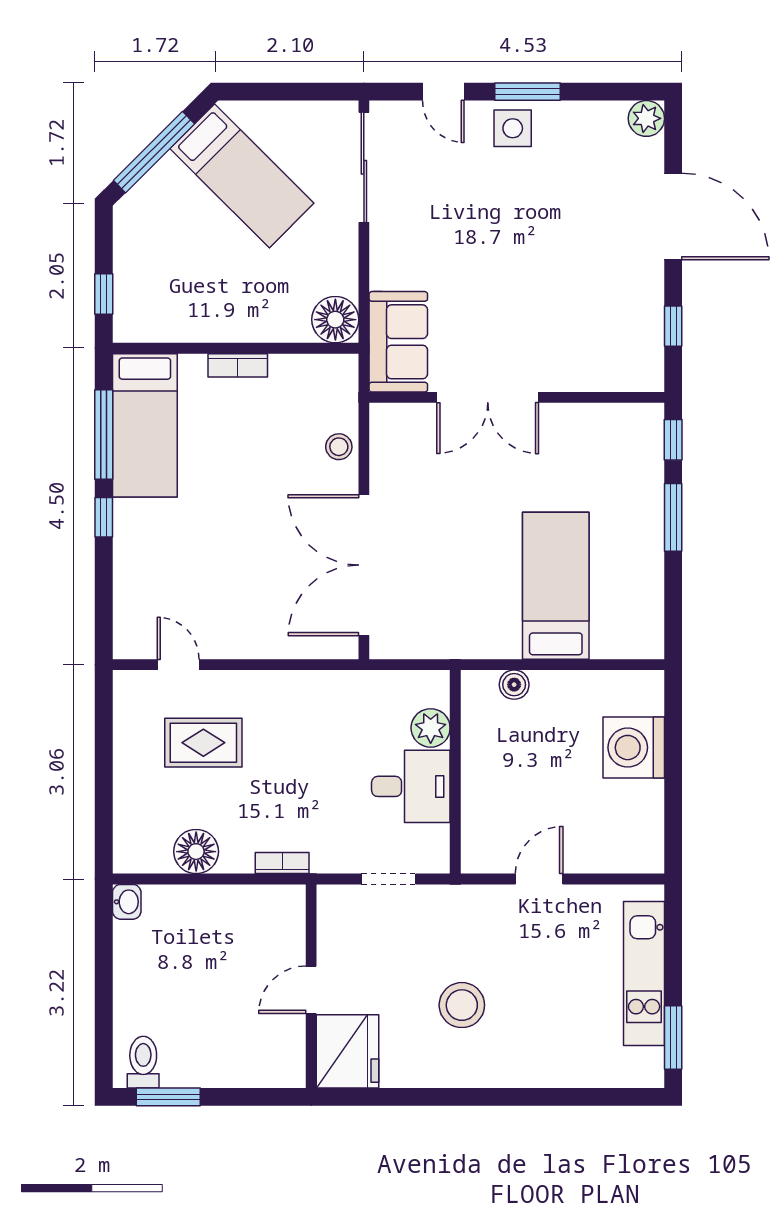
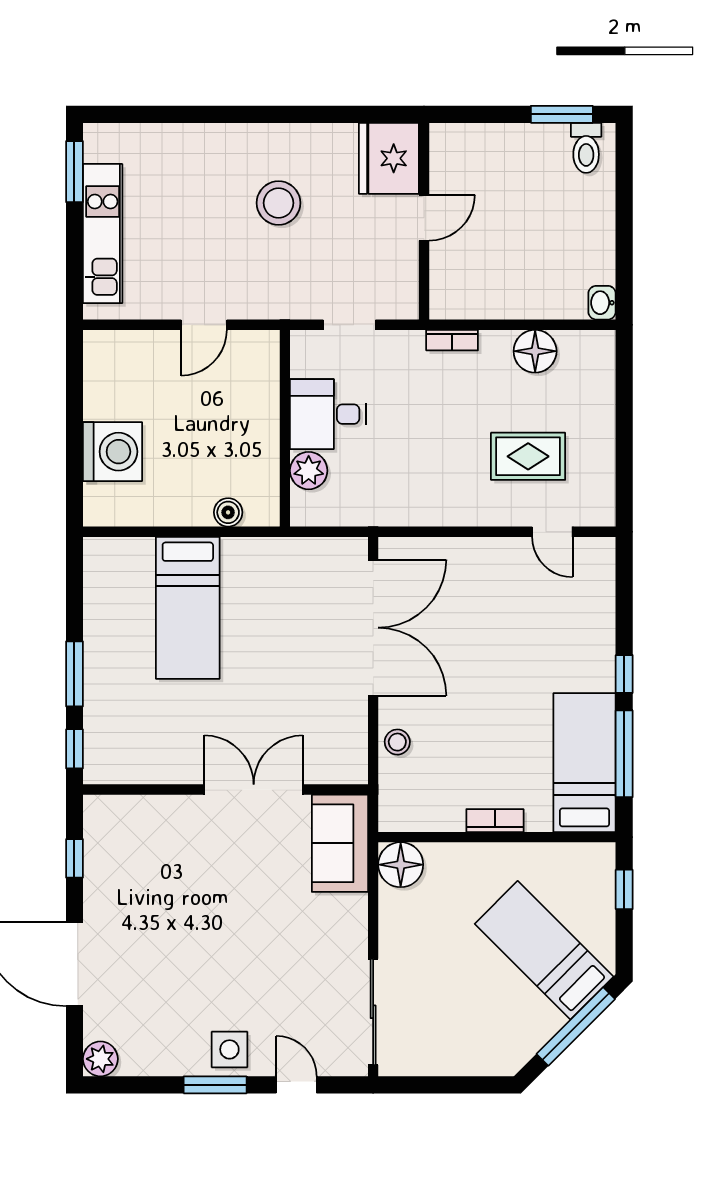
bed: (242, 176) -> (544, 950), moved

